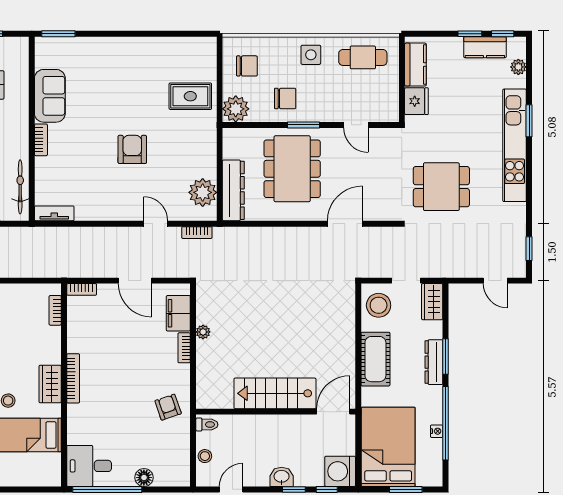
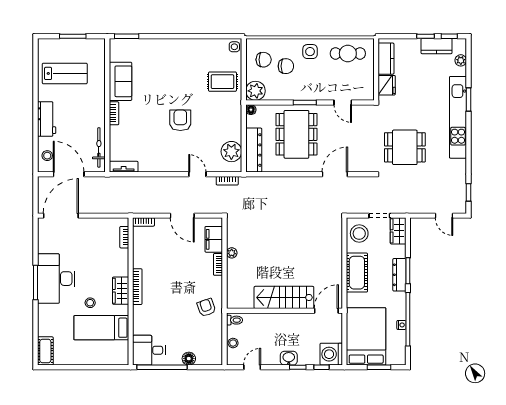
side table: (207, 48) -> (234, 47), added
chair: (285, 99) -> (286, 66), moved
floor lamp: (229, 135) -> (251, 110), added

